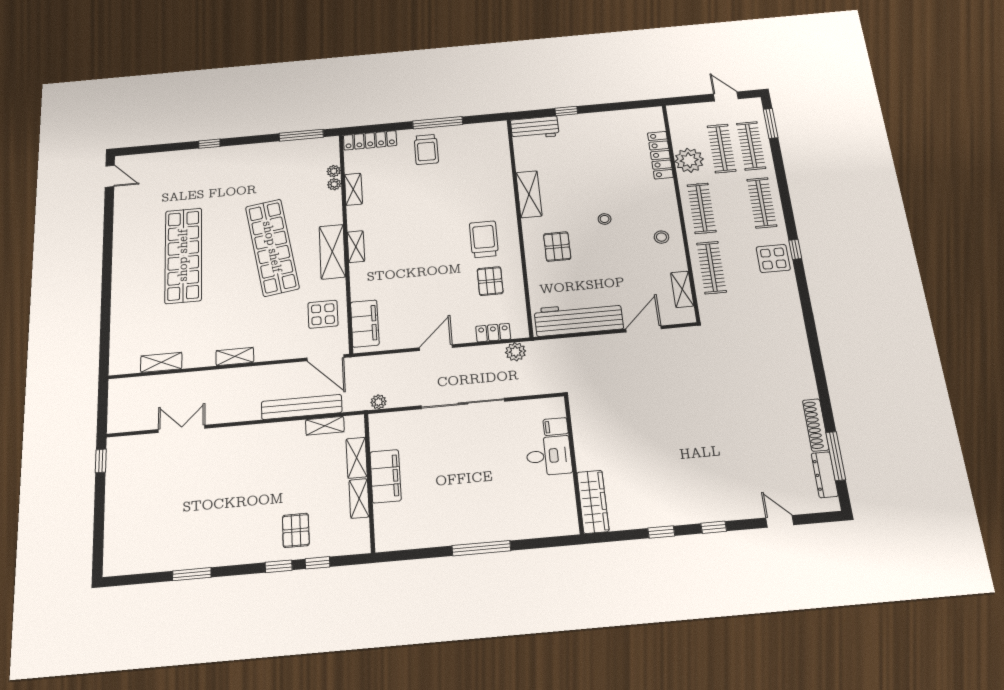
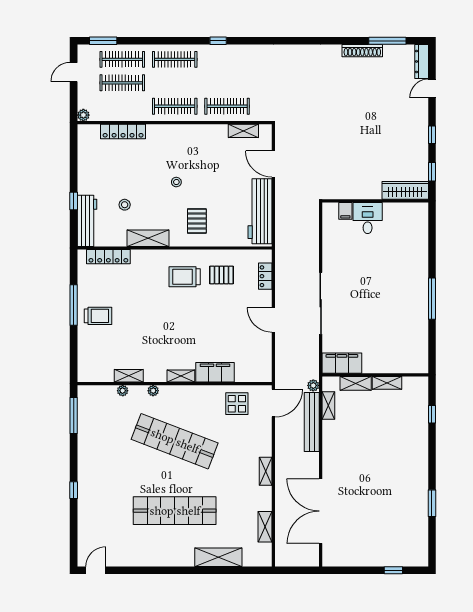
workbench: (535, 128) -> (87, 221), width x1.38
locker: (370, 140) -> (108, 257), moved, turned 90
plant: (689, 160) -> (83, 115), moved, width x0.53, depth x0.53
plant: (334, 171) -> (153, 391), moved
stool: (661, 237) -> (125, 205), moved
shop shelf: (272, 247) -> (175, 441), turned 30
pallet: (557, 247) -> (197, 221), turned 90
shelving: (332, 252) -> (218, 557), moved
display table: (773, 258) -> (224, 59), removed
filing cabinet: (365, 323) -> (215, 372), moved
plant: (516, 352) -> (283, 261), removed
plant: (378, 402) -> (313, 385), moved
filing cabinet: (556, 427) -> (345, 211), moved
double door: (182, 429) -> (321, 511), width x1.87
desk: (549, 456) -> (368, 218), moved
window: (101, 461) -> (393, 570), moved
wall: (574, 464) -> (375, 201), moved
dresser: (825, 475) -> (422, 61), moved, turned 90
filing cabinet: (386, 476) -> (342, 363), moved
wardrobe: (593, 502) -> (405, 190), moved
pallet: (296, 530) -> (407, 429), removed
window: (279, 566) -> (432, 442), removed

